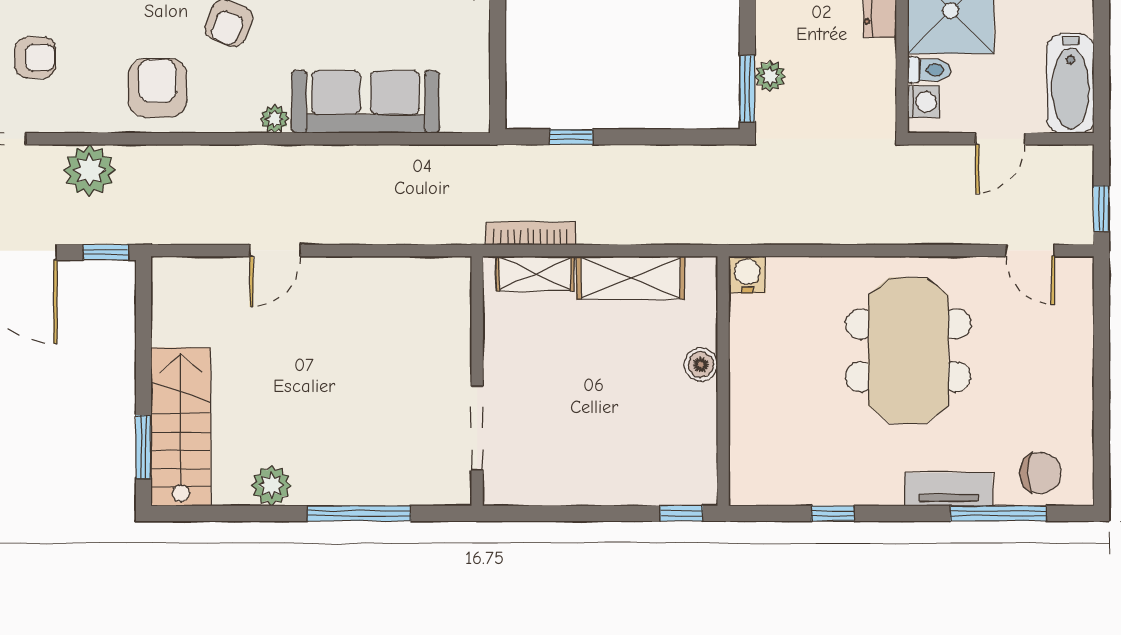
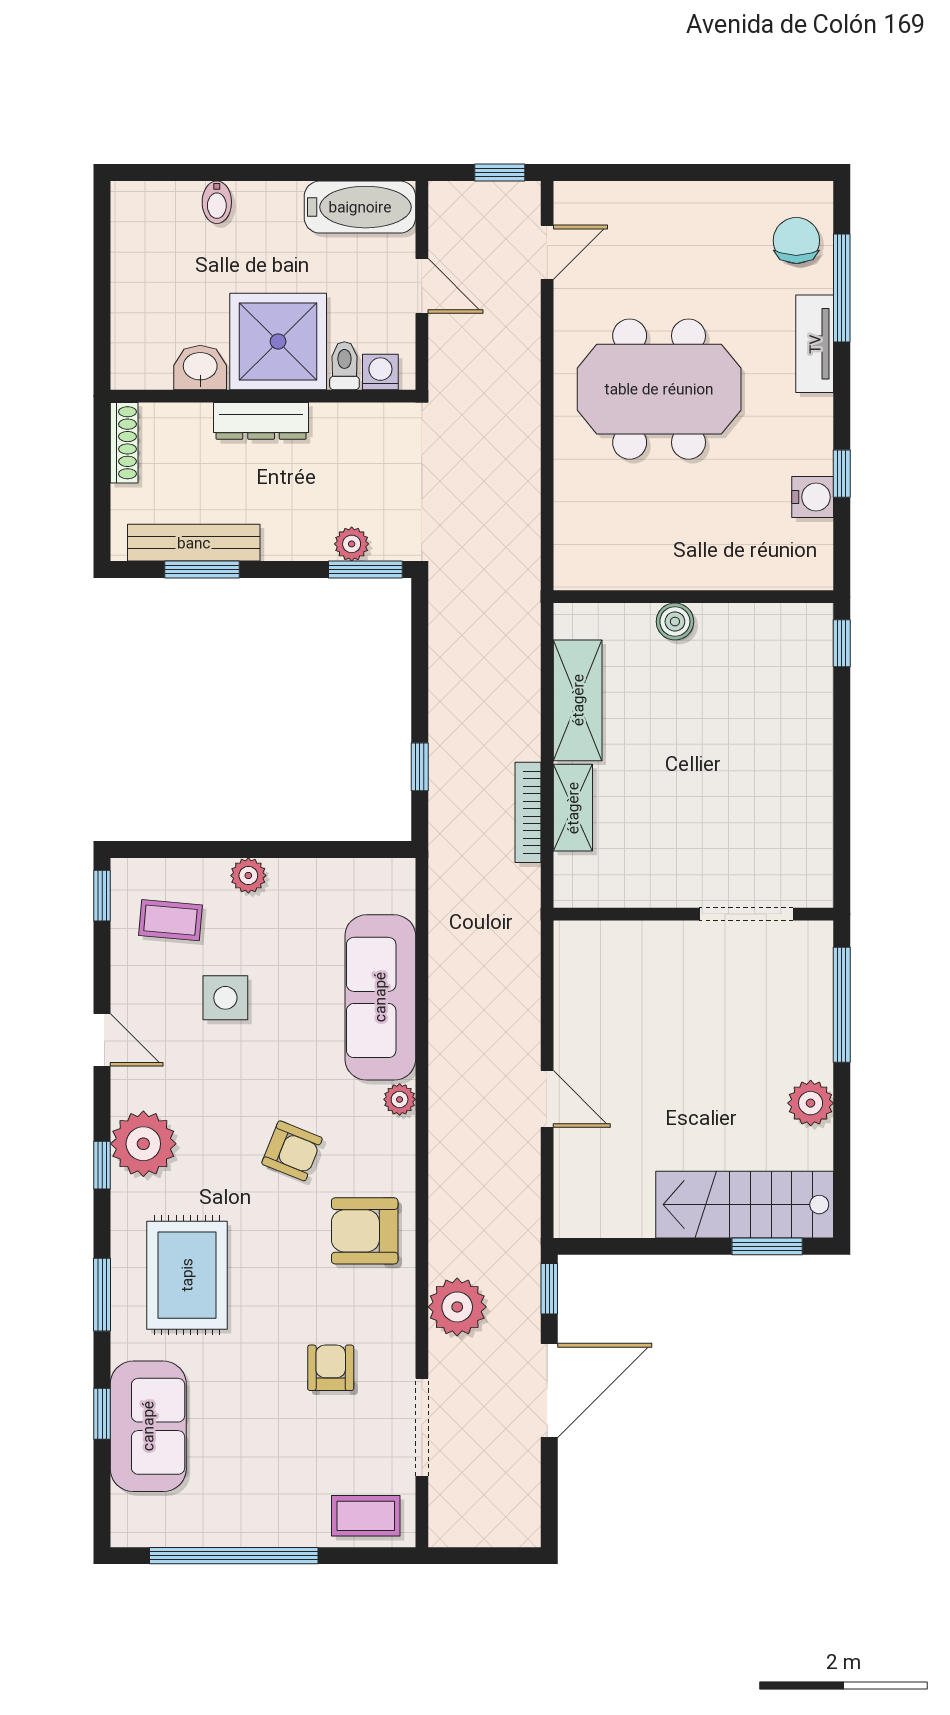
water cooler: (747, 275) -> (813, 497), moved, turned 180
wall: (477, 381) -> (693, 914), moved
doorway: (477, 428) -> (746, 914), moved

